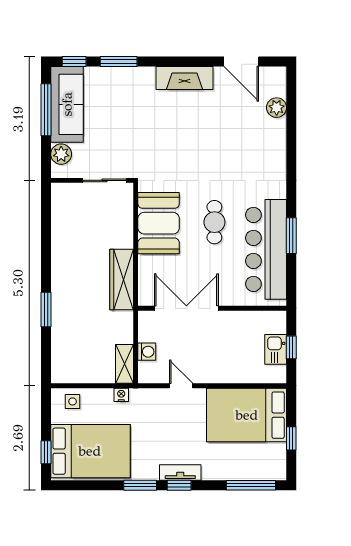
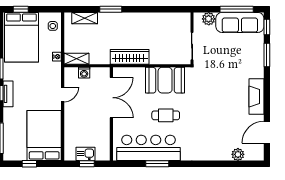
shelving: (60, 351) -> (85, 18), added

